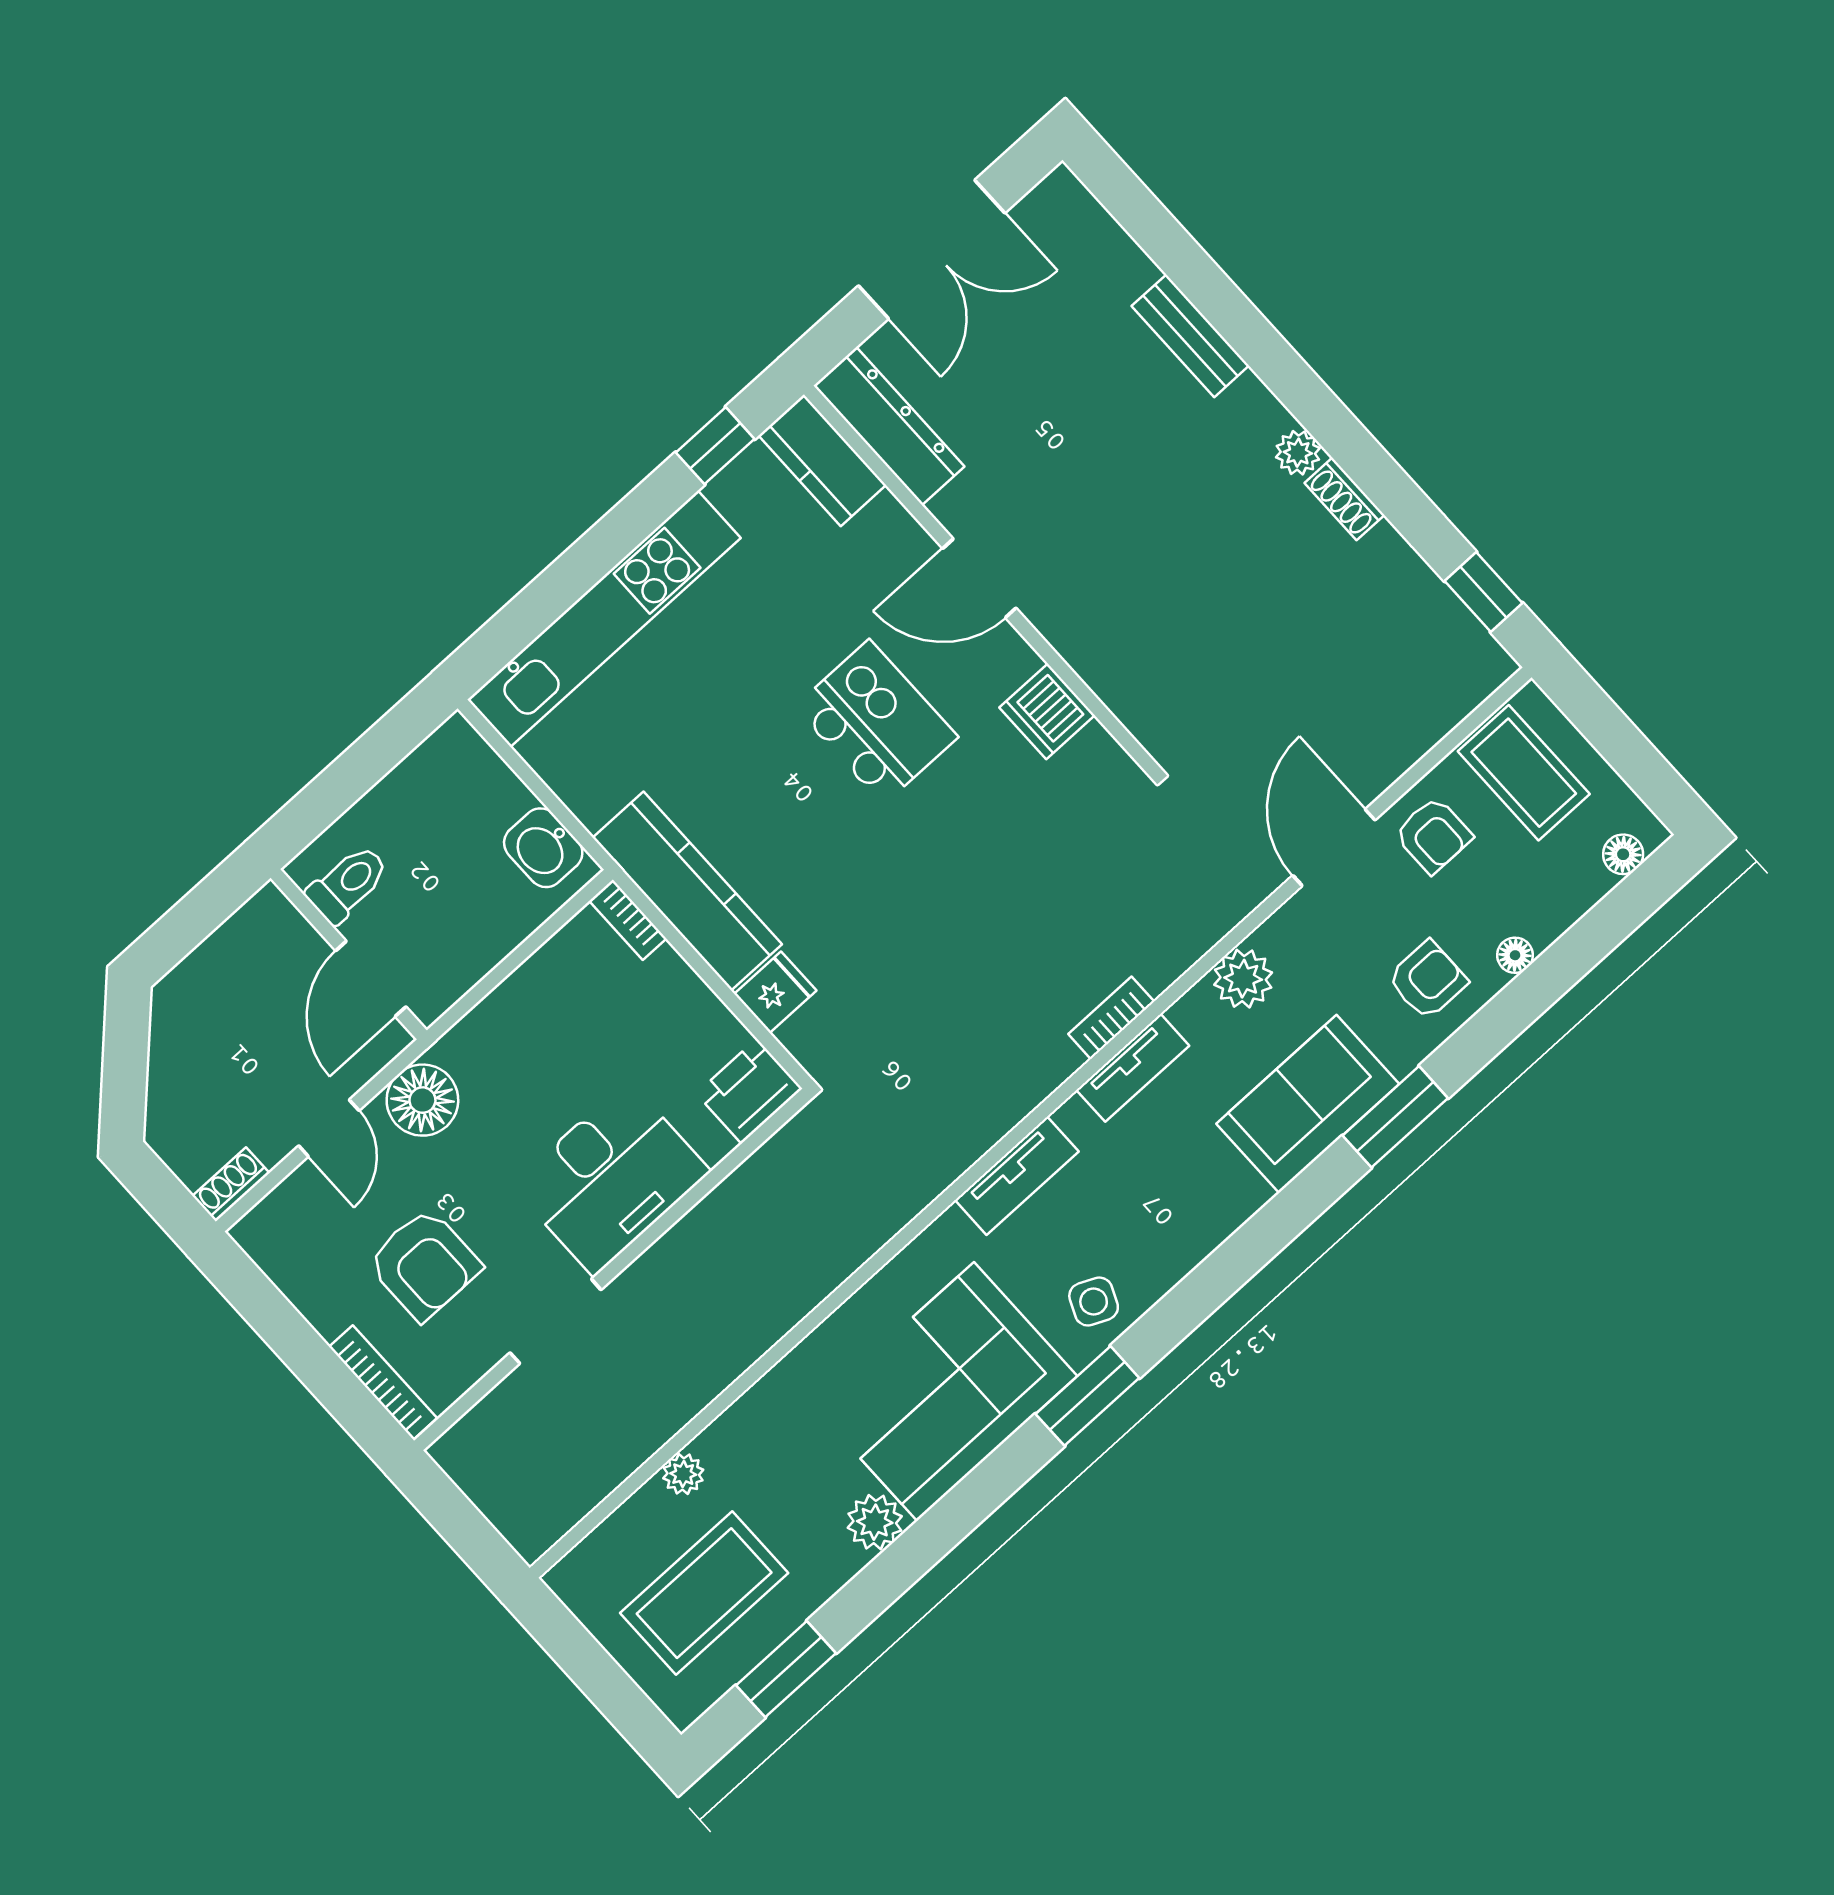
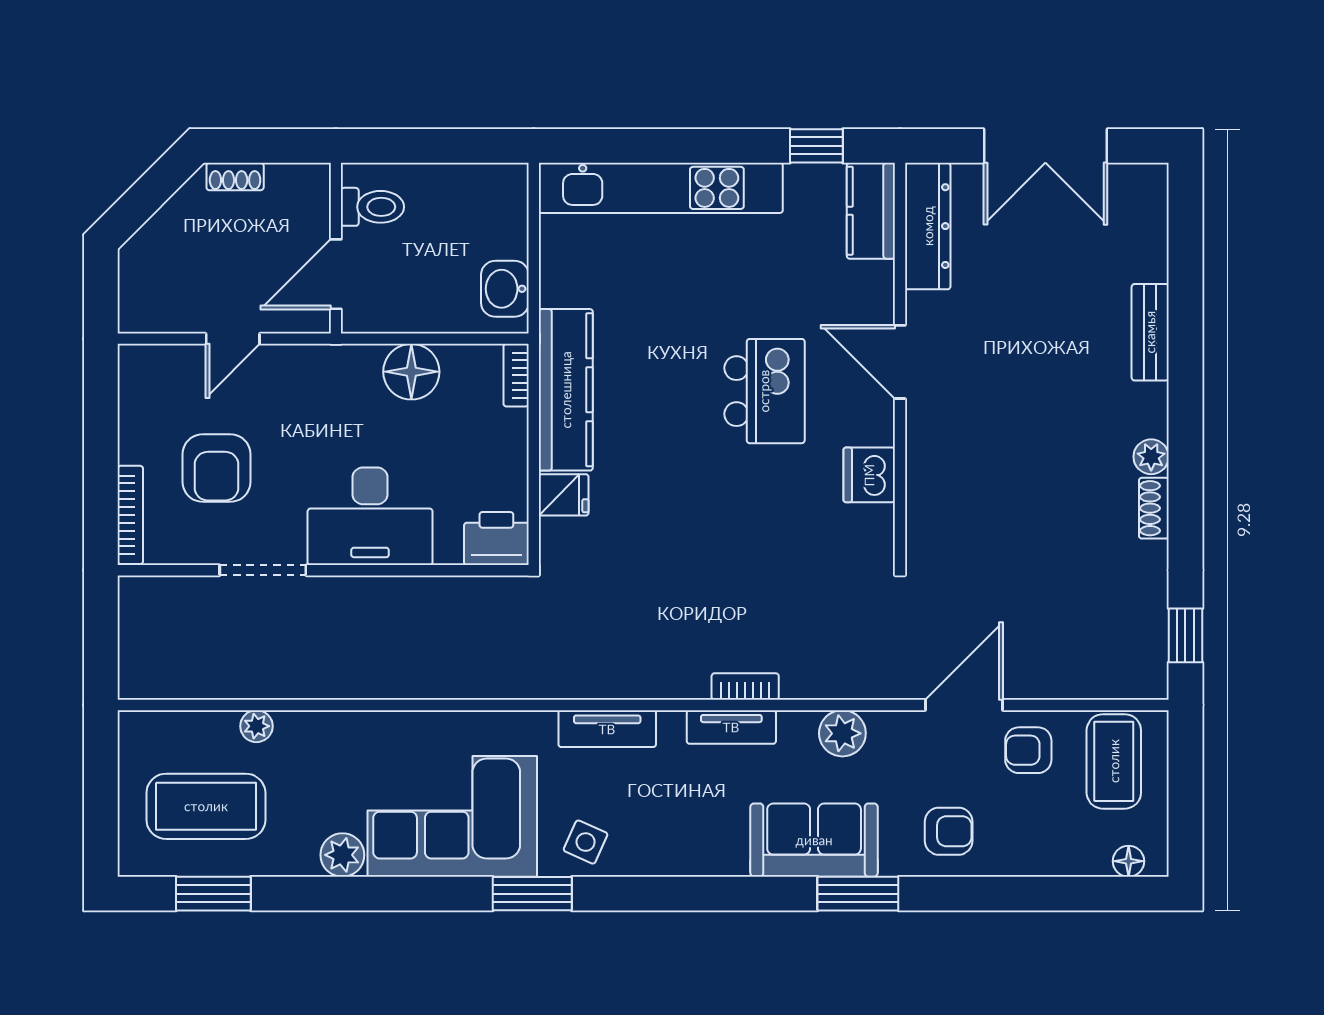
armchair: (1433, 835) -> (1028, 750), turned 90
floor lamp: (1515, 955) -> (1013, 863), removed
floor lamp: (422, 1100) -> (411, 372), moved
shoe rack: (231, 1184) -> (235, 177), moved, turned 180

